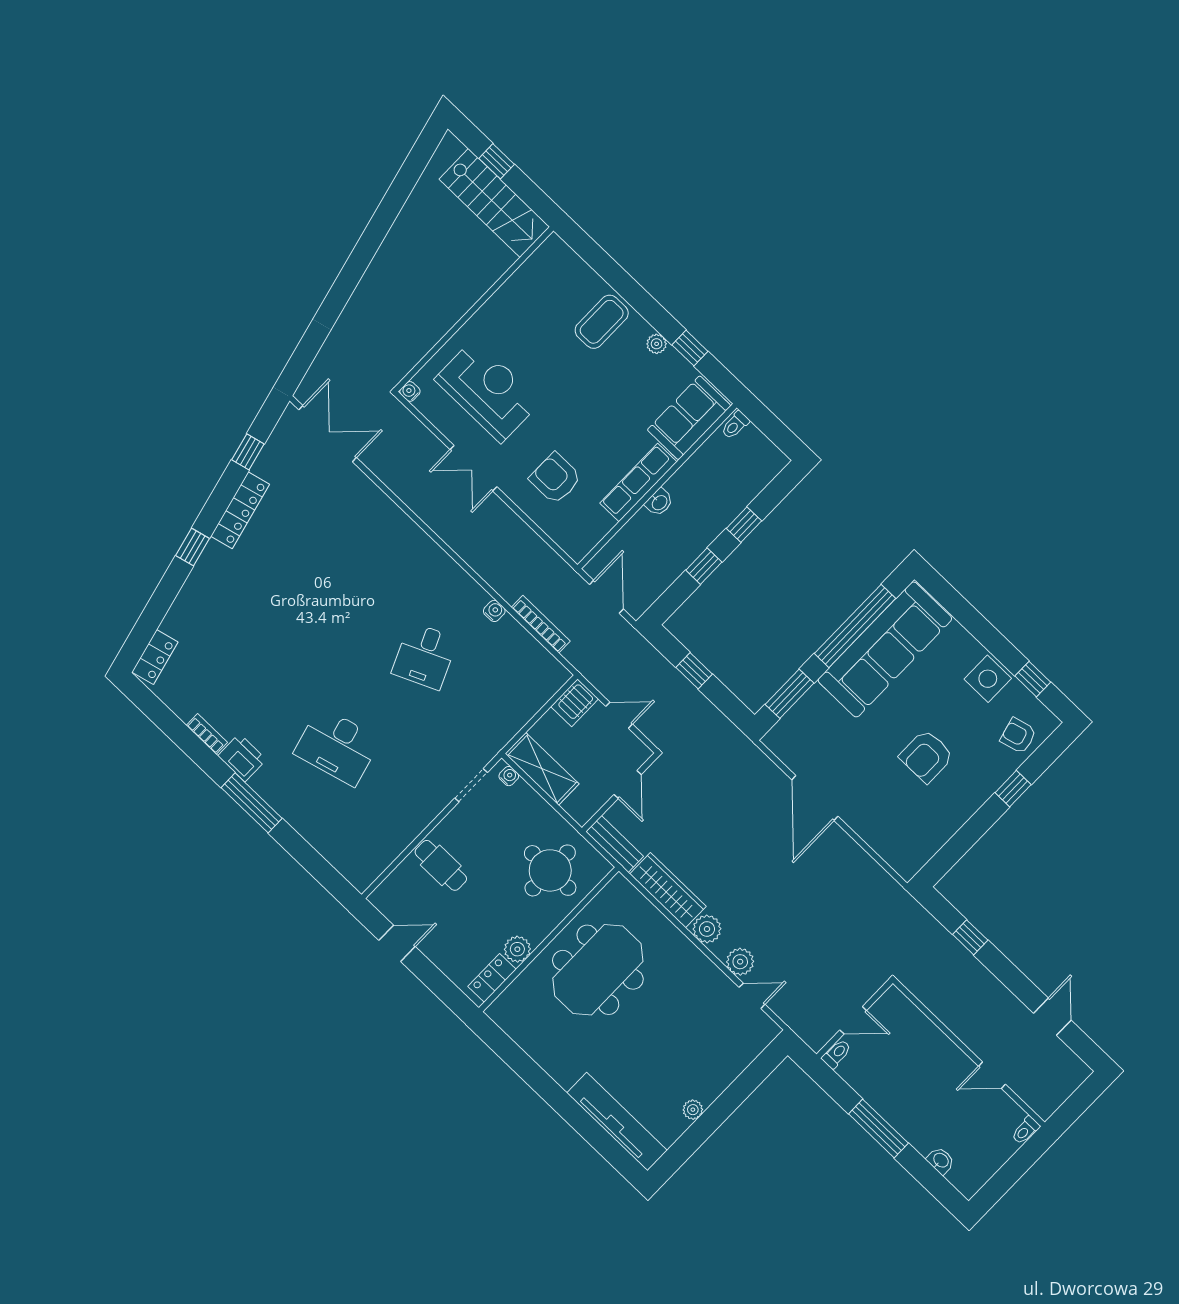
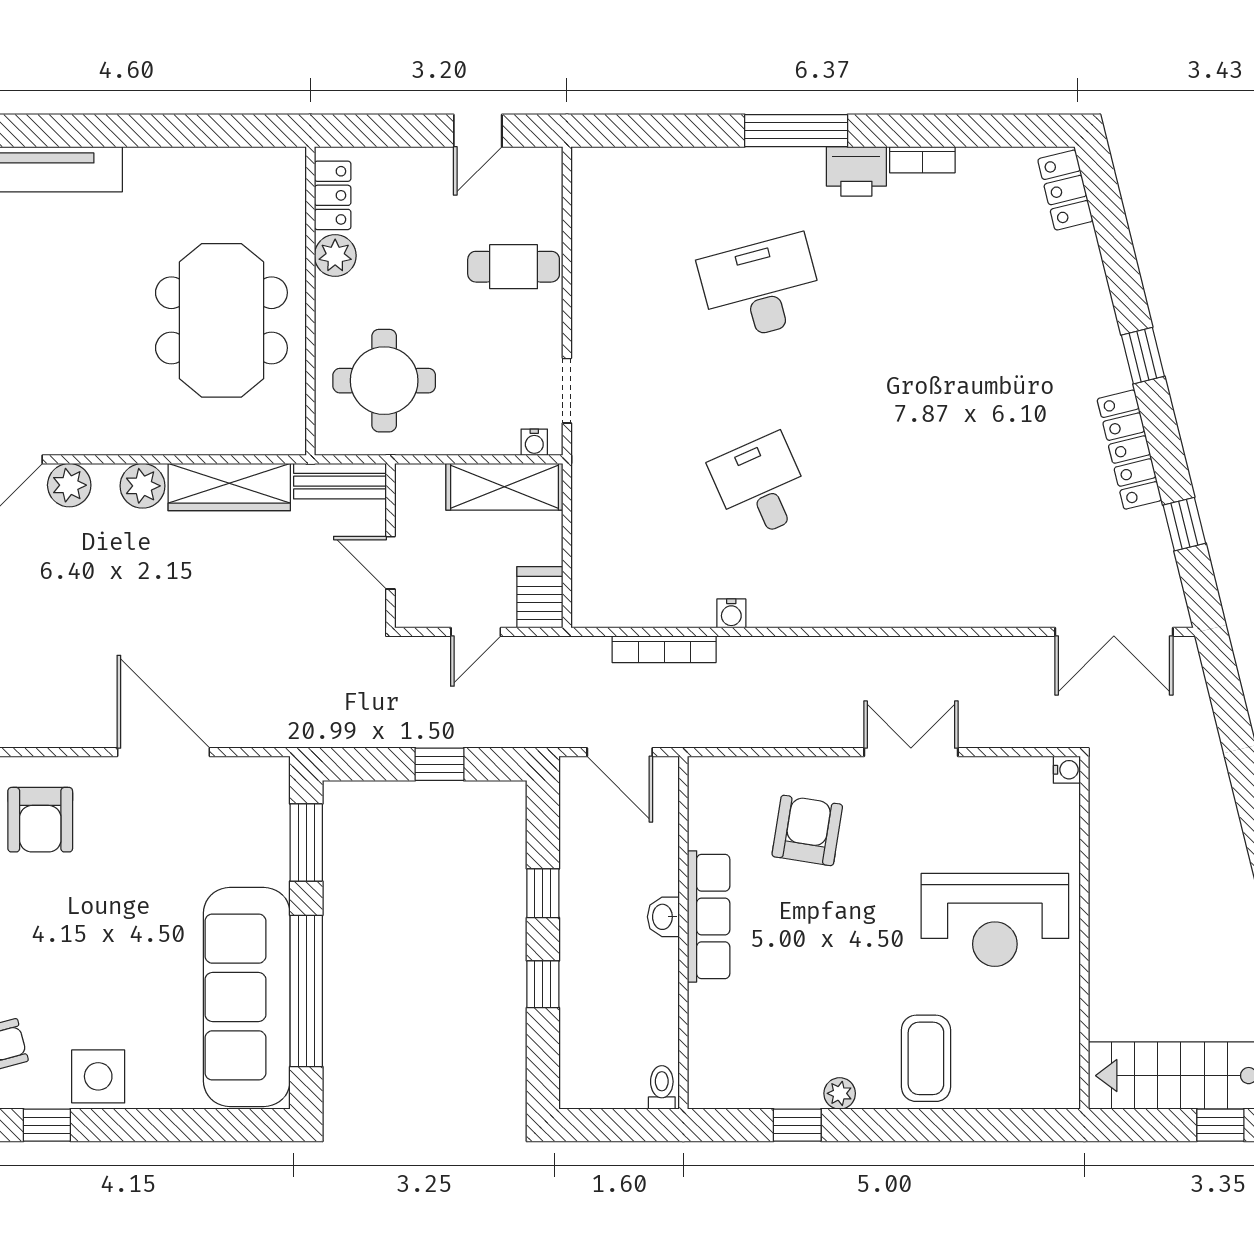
reception desk: (488, 391) -> (995, 920), moved
sofa: (689, 418) -> (722, 1045), removed
armchair: (555, 478) -> (807, 830), turned -81
armchair: (926, 756) -> (40, 820), moved, turned 180

